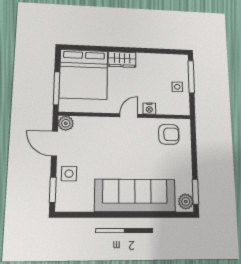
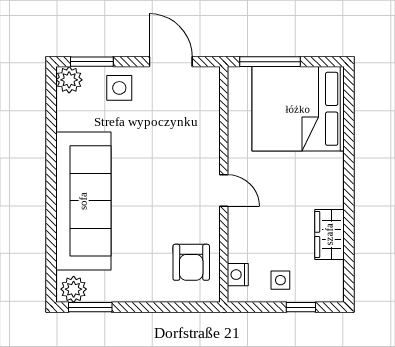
wardrobe: (122, 59) -> (329, 234), moved
window: (191, 77) -> (301, 307), width x0.46
nightstand: (149, 109) -> (238, 275), moved
plant: (66, 123) -> (69, 80), moved
door: (55, 144) -> (171, 62), hinge flipped

